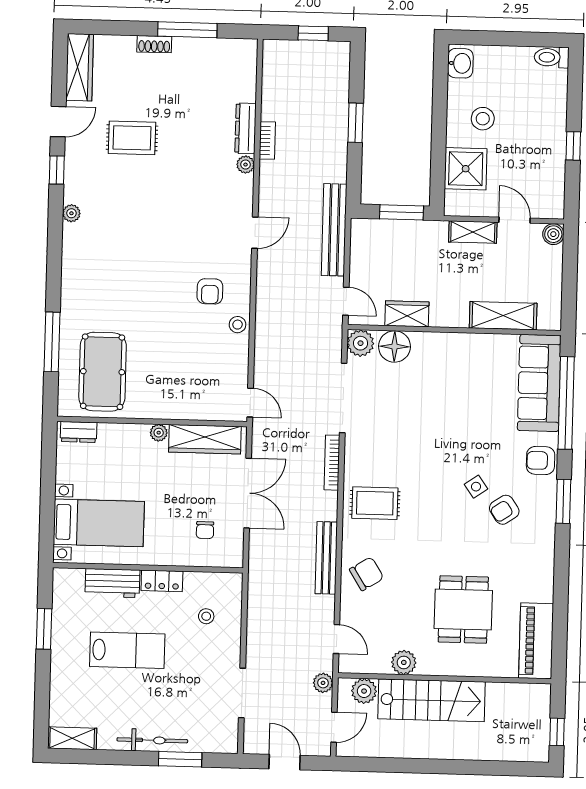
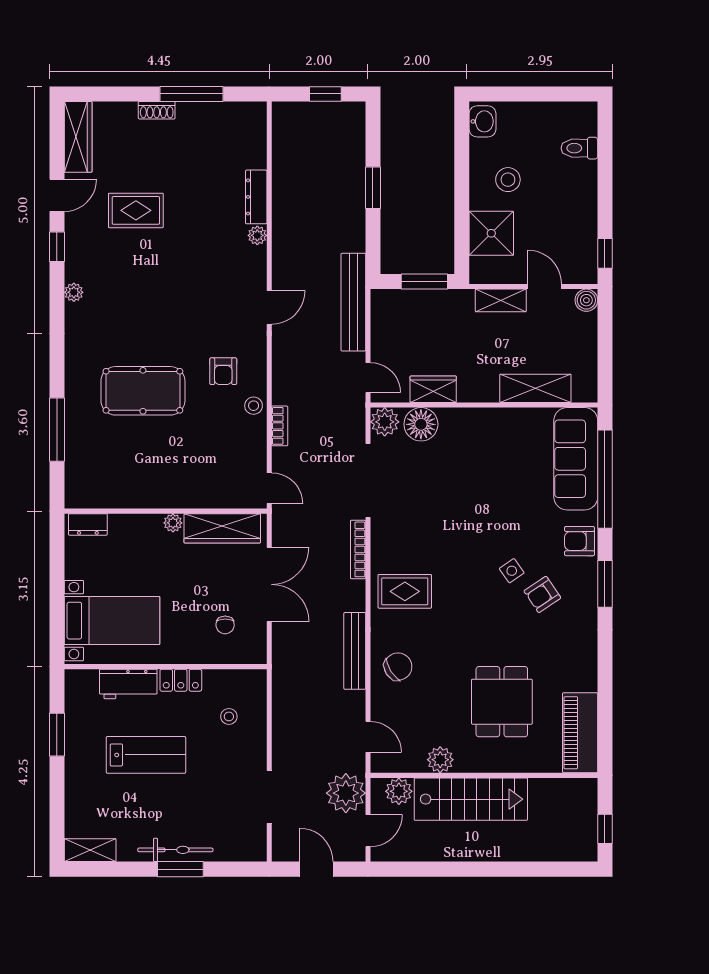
toilet: (552, 57) -> (579, 148), moved
bookcase: (267, 141) -> (280, 426), moved
window: (573, 146) -> (605, 253), moved
pool table: (103, 372) -> (143, 391), moved, turned 90
plant: (323, 683) -> (346, 793), width x1.88, depth x1.88
window: (180, 759) -> (180, 869), moved

